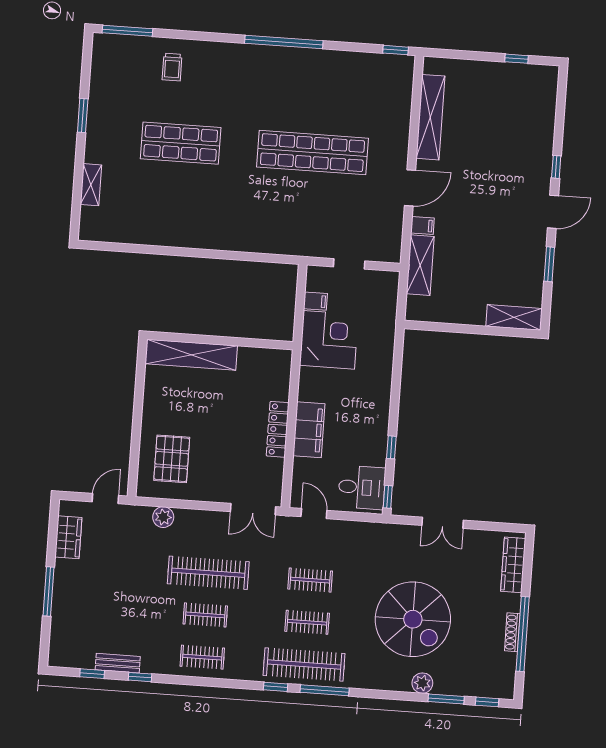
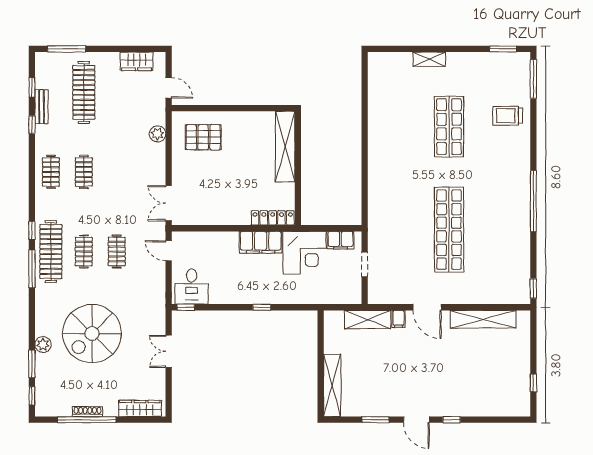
trolley: (172, 67) -> (508, 116), width x1.36, depth x1.39
window: (83, 115) -> (503, 49), moved
shelving: (91, 185) -> (429, 59), moved
filing cabinet: (315, 301) -> (340, 240), width x2.00
shelving: (514, 317) -> (332, 385), width x1.47
locker: (278, 429) -> (273, 218), moved
filing cabinet: (309, 430) -> (261, 242), moved
window: (391, 447) -> (262, 307), moved
door: (314, 514) -> (169, 251), swing flipped
clothes rail: (208, 573) -> (84, 92), moved
window: (49, 591) -> (67, 49), moved

